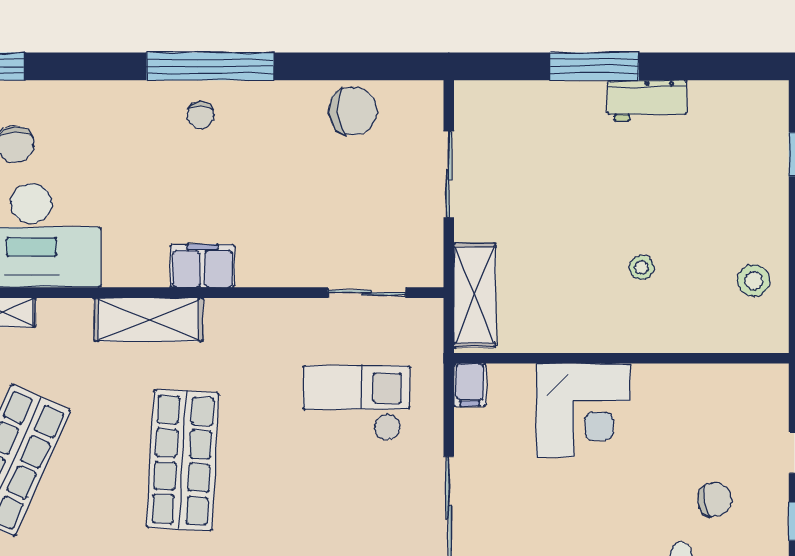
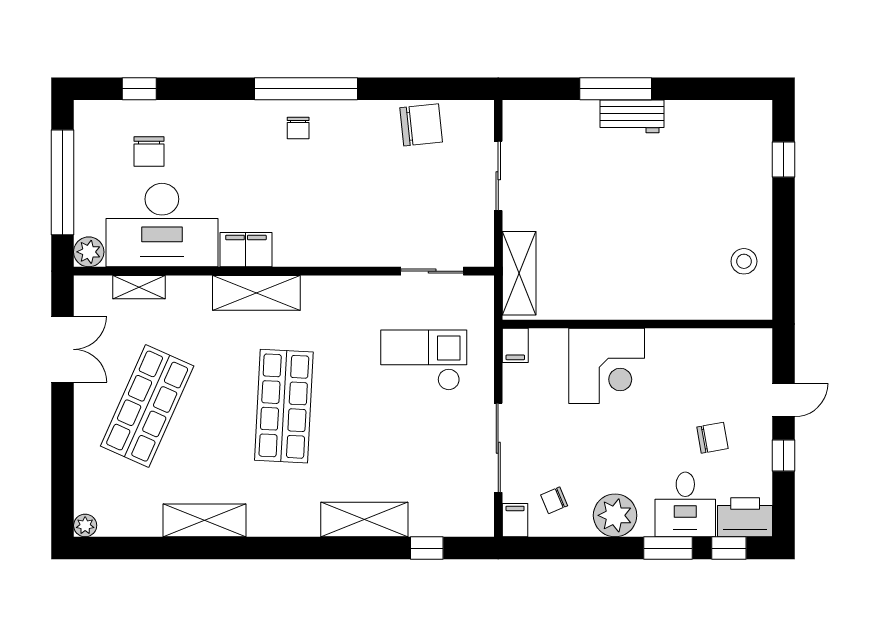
workbench: (647, 101) -> (632, 116), moved
filing cabinet: (202, 266) -> (246, 250), moved
stool: (642, 267) -> (654, 251), removed

